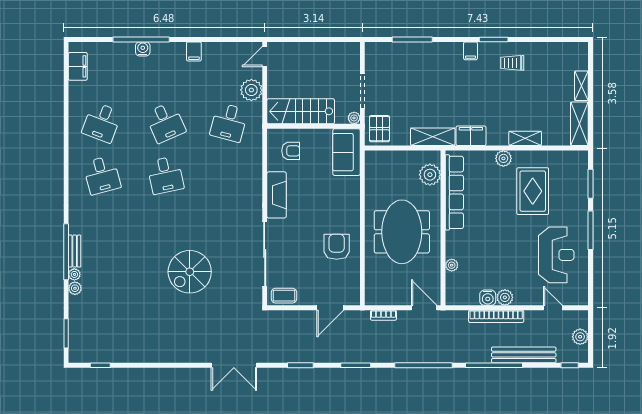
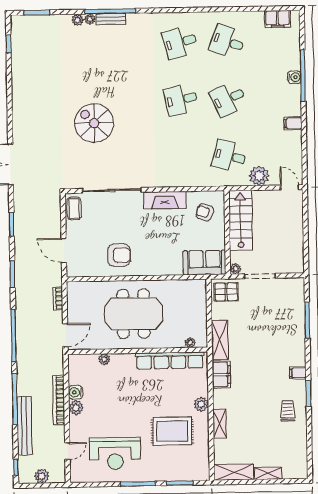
armchair: (291, 151) -> (205, 212), turned 109
plant: (430, 175) -> (190, 343), width x0.53, depth x0.53

